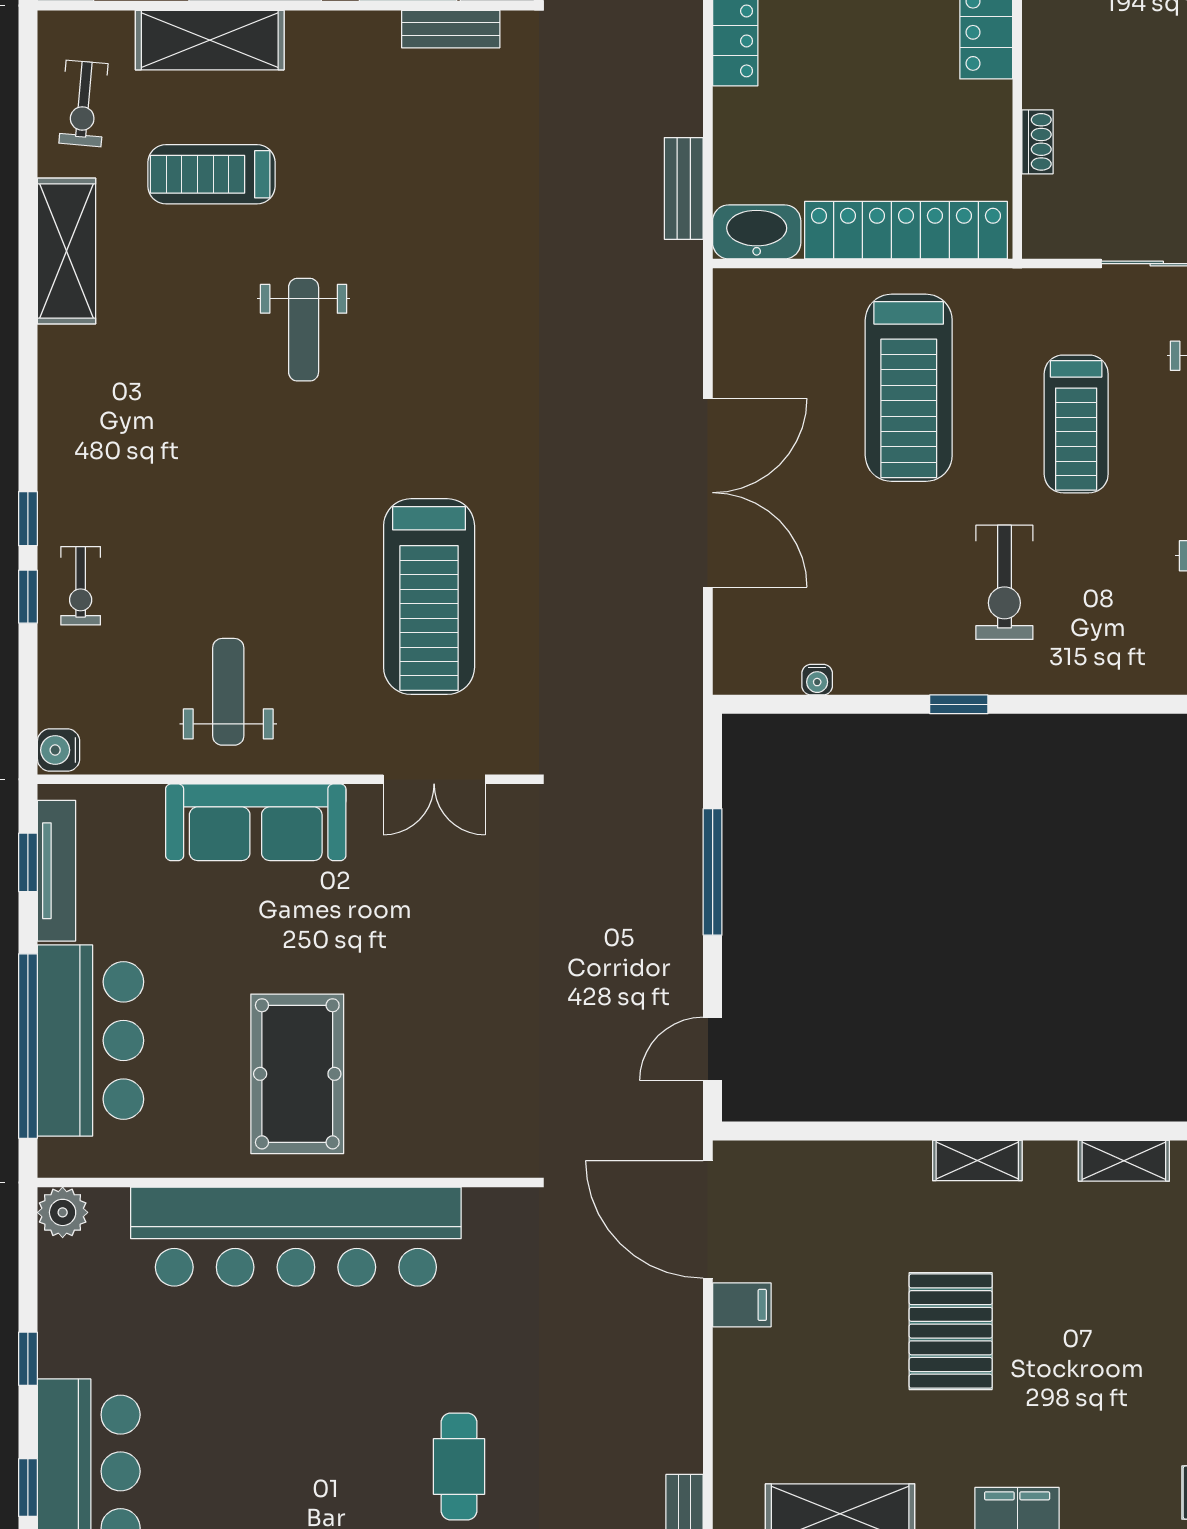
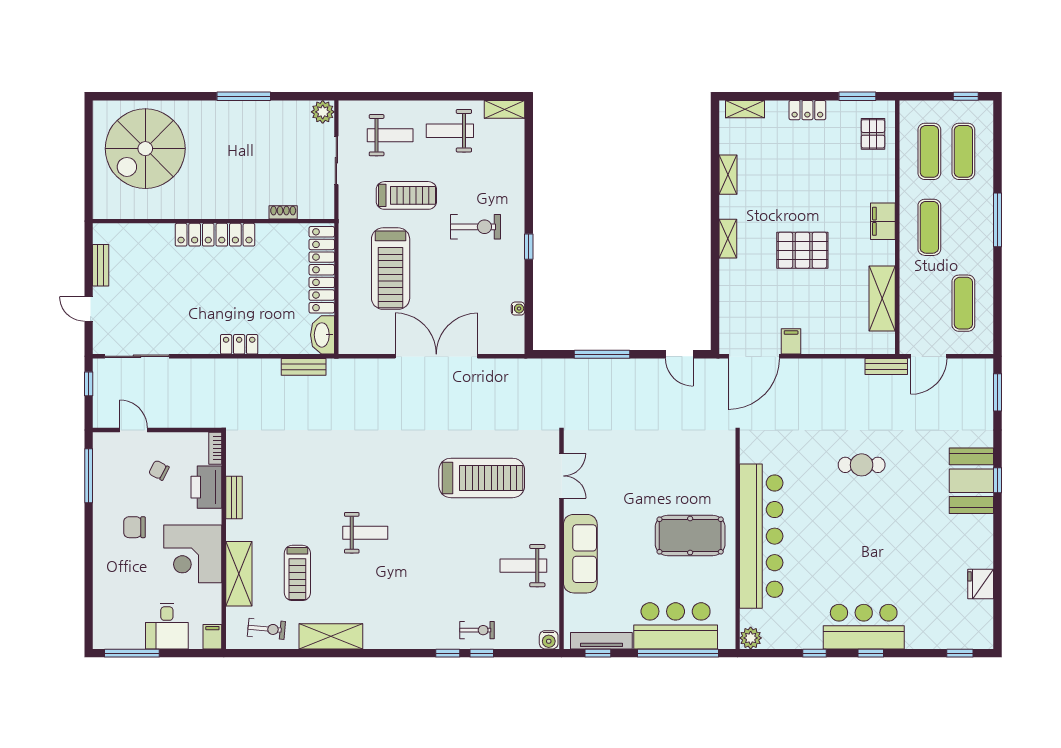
bench: (451, 29) -> (234, 497), moved
treadmill: (909, 388) -> (391, 269), turned 90

